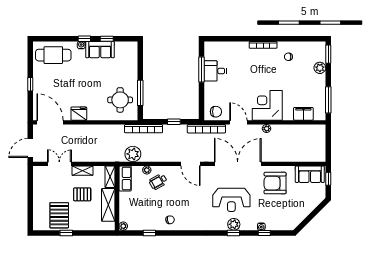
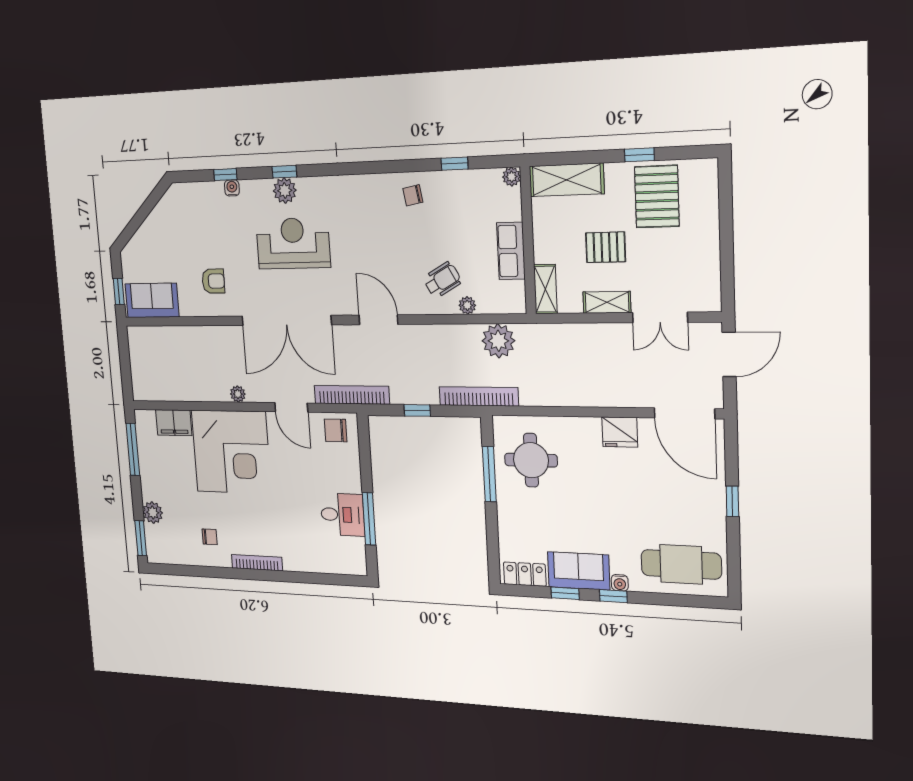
locker: (126, 47) -> (525, 574), added
corner desk: (267, 105) -> (231, 452), width x1.36, depth x1.36
row of seats: (125, 179) -> (511, 251), moved
armchair: (275, 183) -> (213, 281), width x0.53, depth x0.53
shelving: (108, 205) -> (567, 180), moved, turned 90

